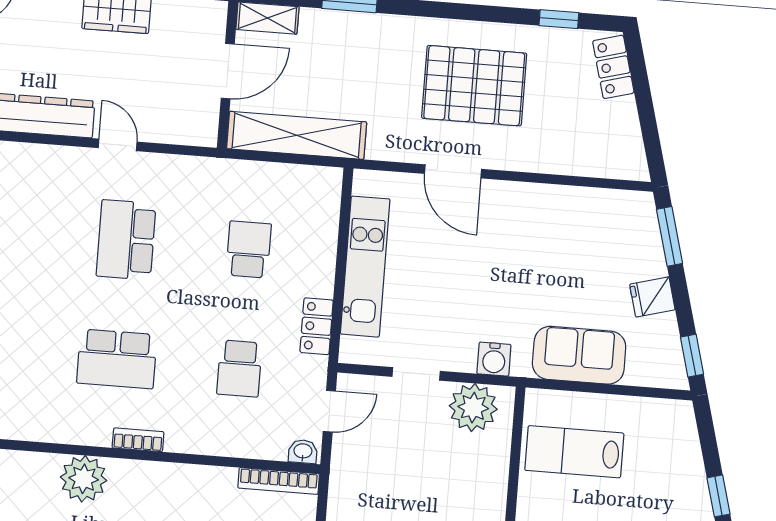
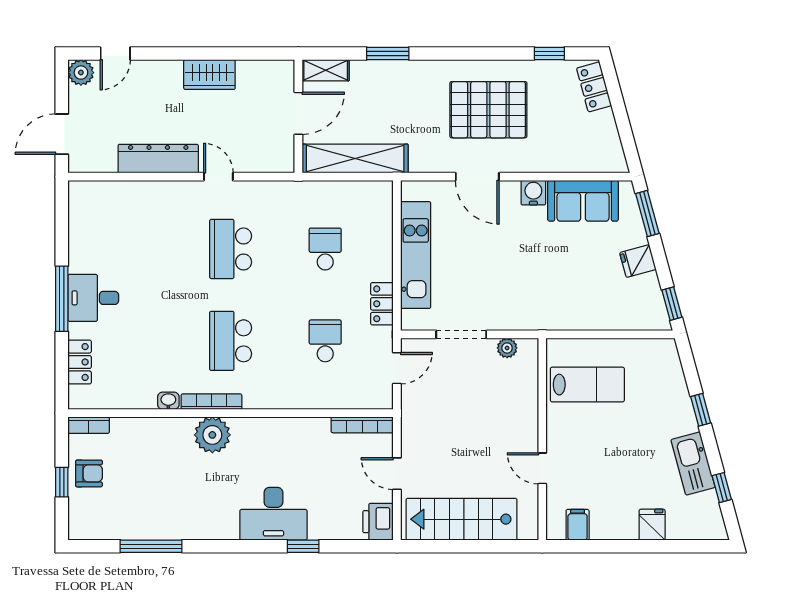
sofa: (579, 355) -> (583, 201), moved, turned 180
school desk: (117, 359) -> (231, 341), turned 90
water cooler: (494, 359) -> (533, 193), moved, turned 180
school desk: (239, 368) -> (325, 341), turned 180
doorway: (416, 374) -> (461, 334), width x1.38
plant: (473, 408) -> (507, 348), width x0.53, depth x0.53
bookcase: (138, 440) -> (211, 402), moved, width x1.56
washbasin: (303, 452) -> (168, 401), moved
lab bench: (574, 452) -> (587, 385), turned 180

